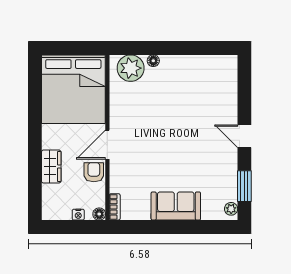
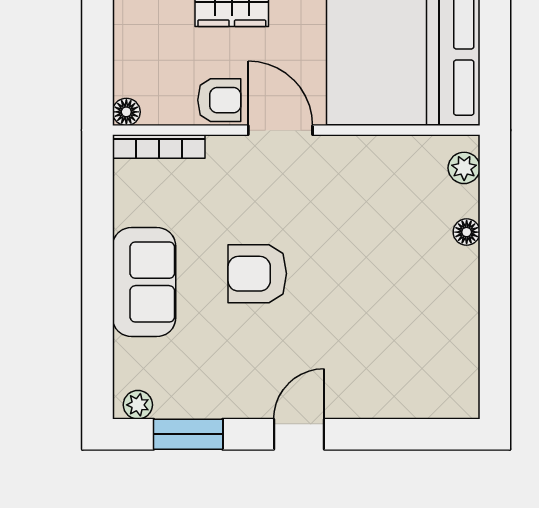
plant: (131, 68) -> (464, 168), width x0.53, depth x0.53
armchair: (172, 155) -> (257, 274), added
bookcase: (115, 207) -> (159, 146), width x1.56
nightstand: (78, 215) -> (125, 65), removed

